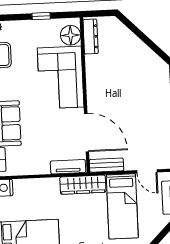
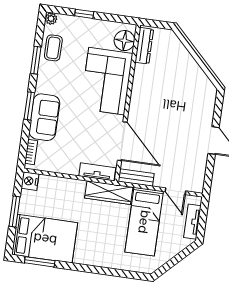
window: (41, 16) -> (84, 14), moved

